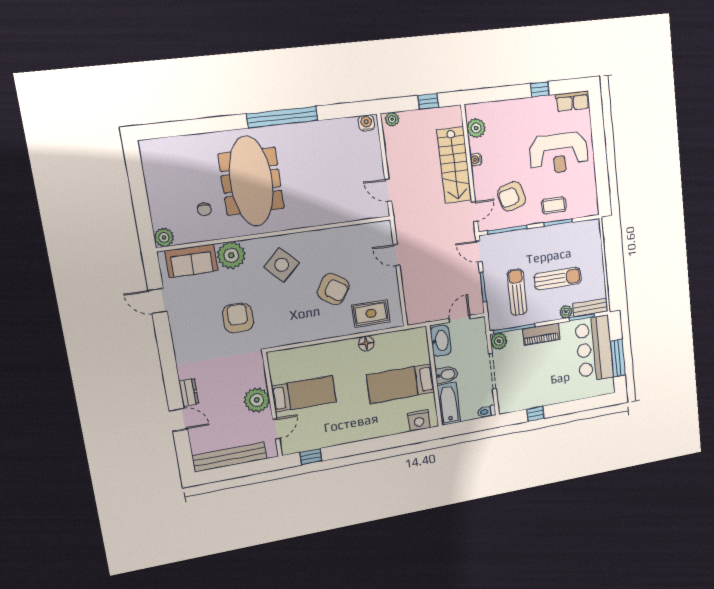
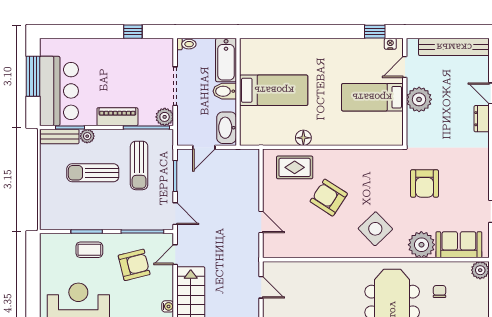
nightstand: (419, 420) -> (390, 44), moved, width x0.53, depth x0.56

